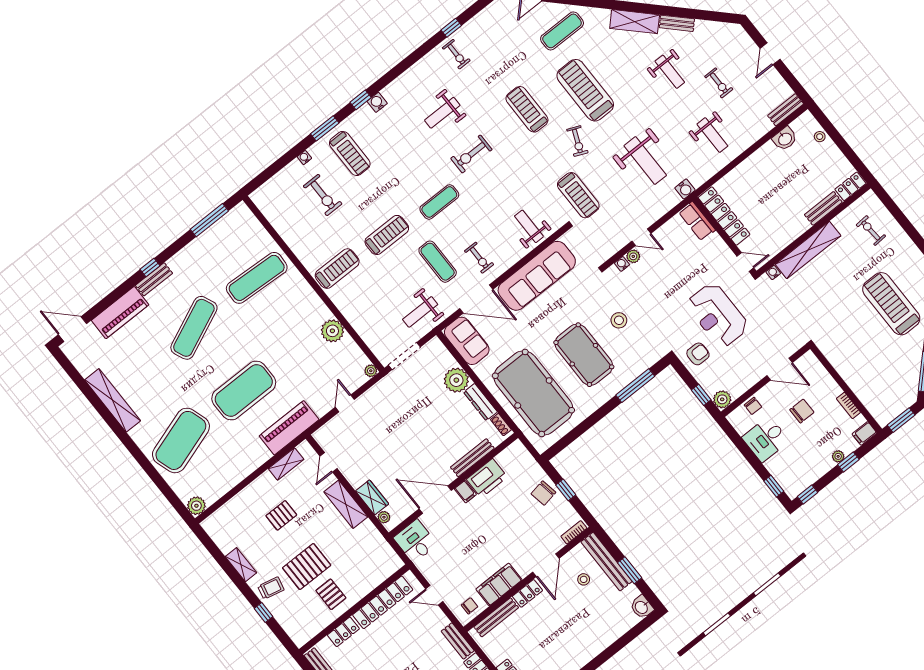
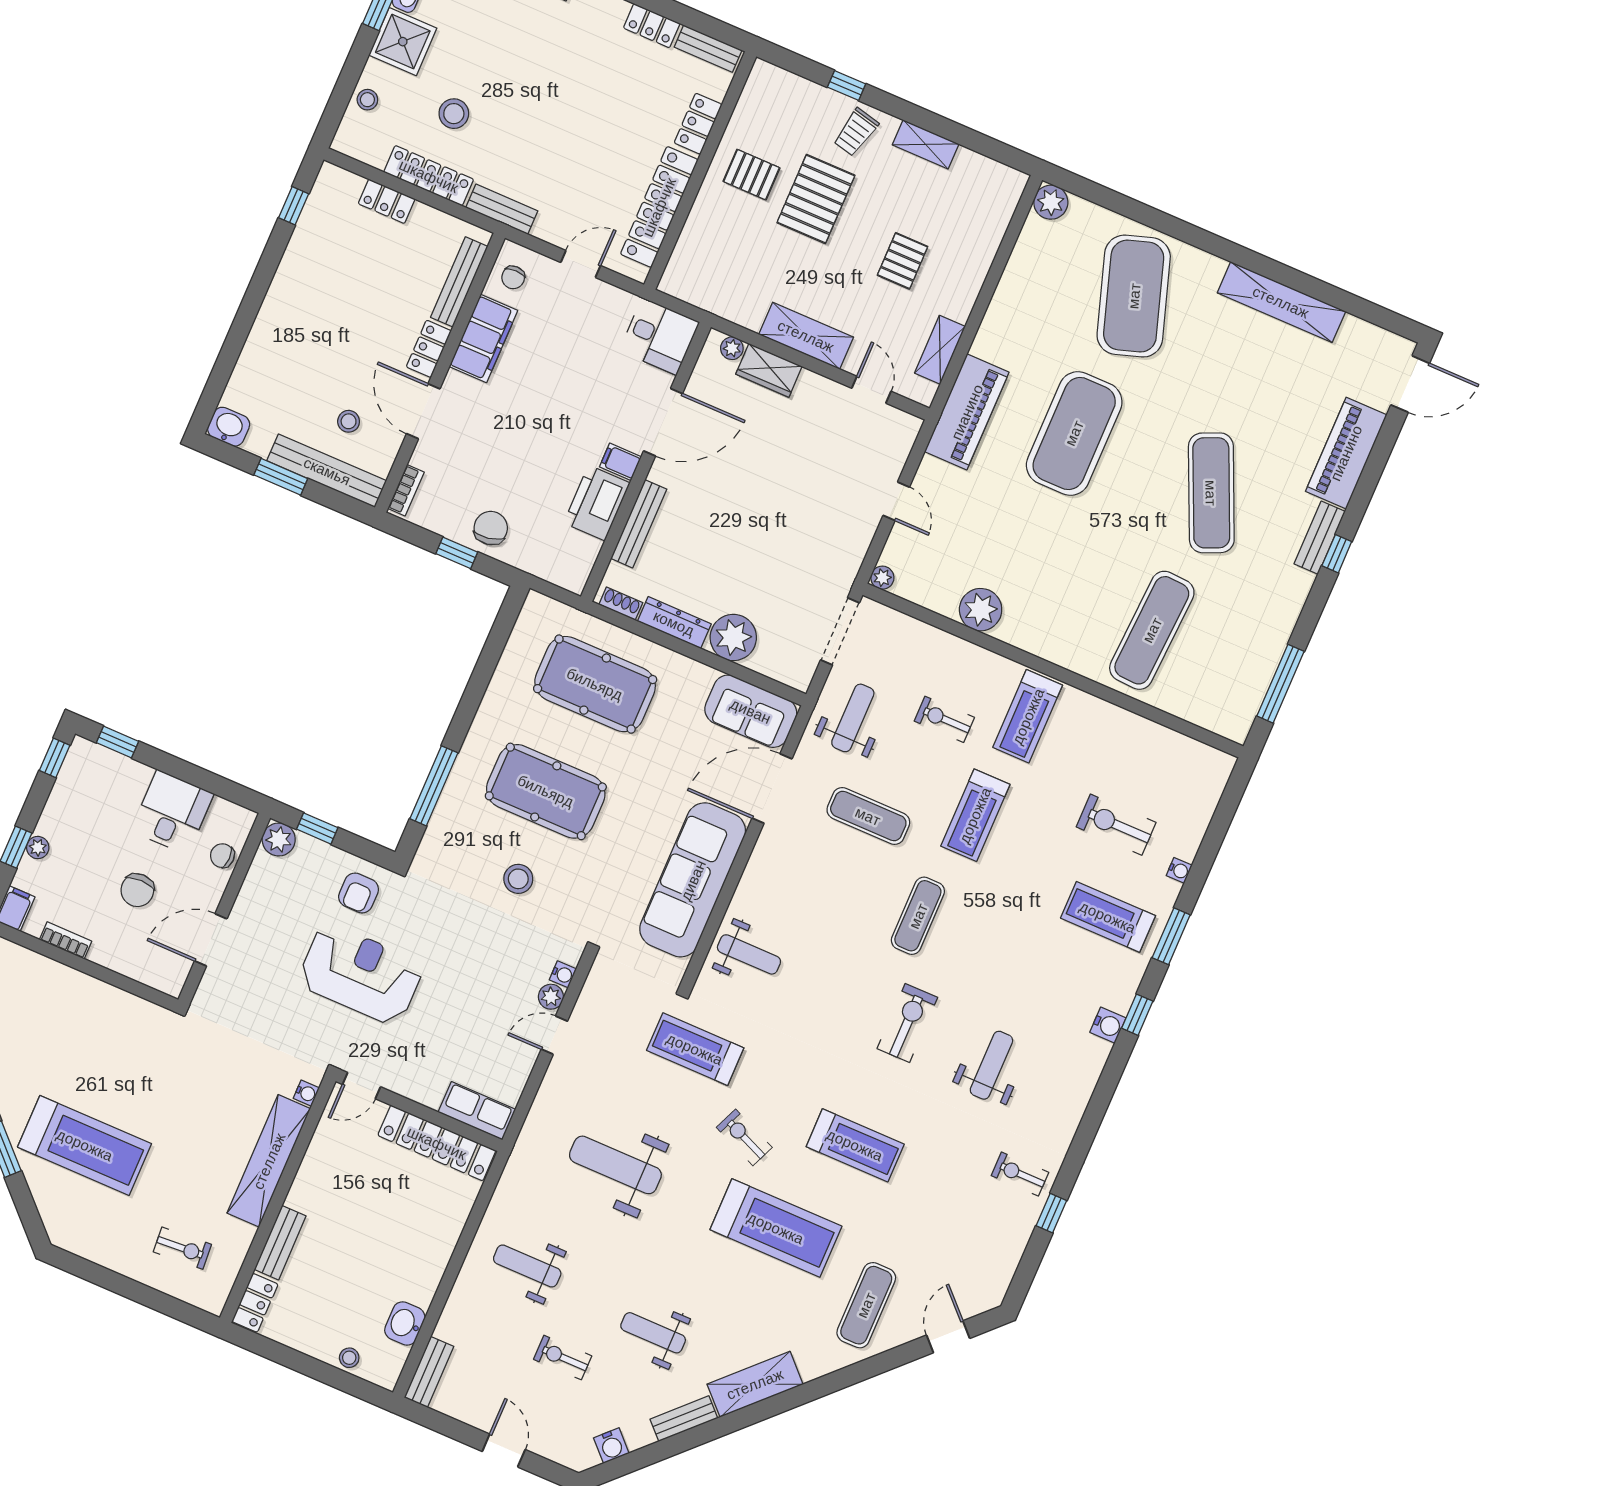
water cooler: (685, 189) -> (611, 1446), moved, turned -135
exercise bike: (479, 258) -> (944, 719), moved
pool table: (533, 393) -> (595, 684), width x0.73, depth x0.76

